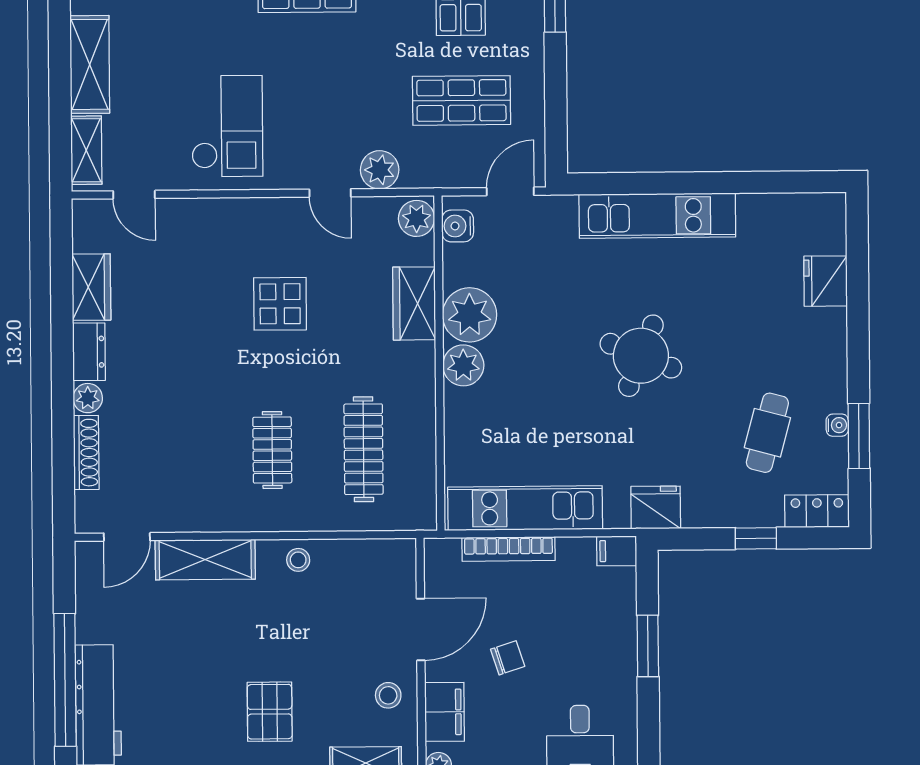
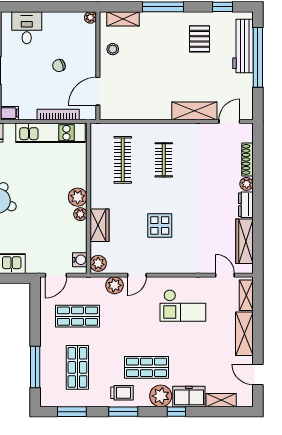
checkout: (227, 126) -> (183, 306), turned -90
door: (330, 193) -> (137, 275), swing flipped
wardrobe: (91, 287) -> (244, 241), width x1.50
plant: (470, 315) -> (80, 214), width x0.53, depth x0.53
stool: (298, 560) -> (153, 110), removed
door: (421, 630) -> (98, 91), moved
pallet: (270, 712) -> (200, 39), moved
filing cabinet: (445, 712) -> (87, 42), removed

